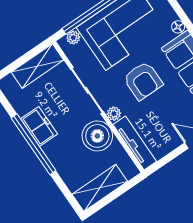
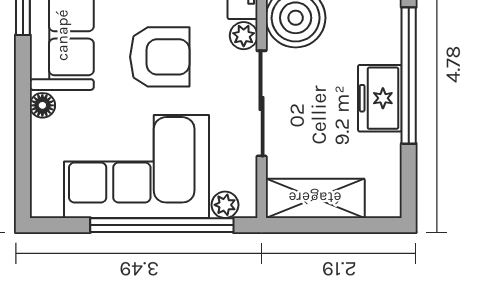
armchair: (143, 81) -> (160, 57), turned 90

